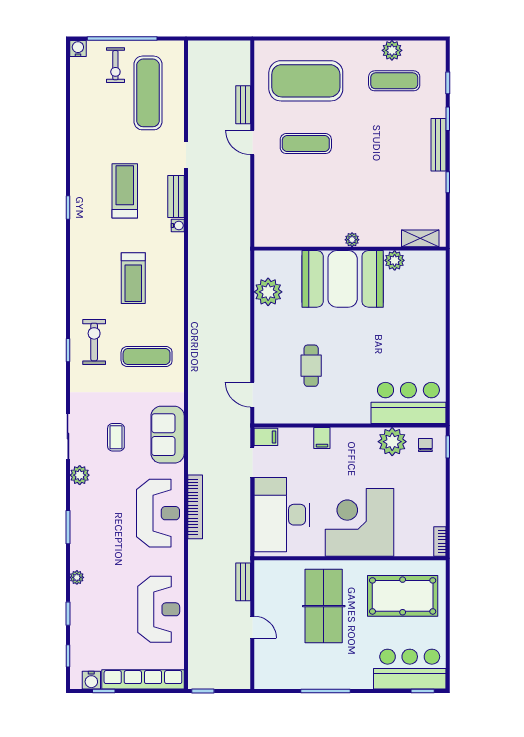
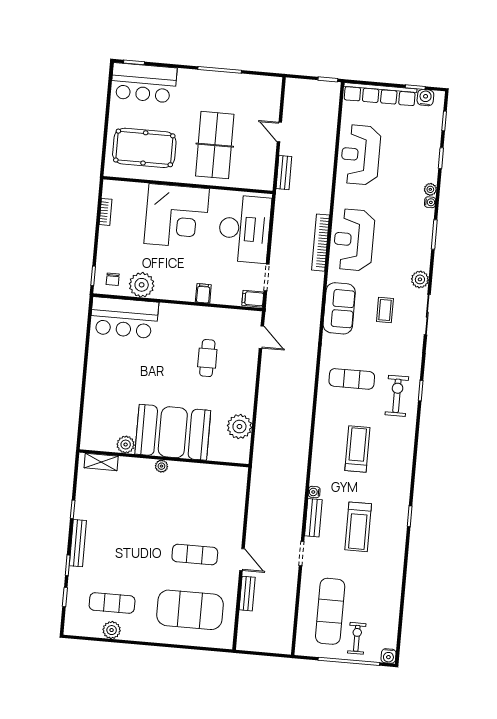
exercise bike: (94, 342) -> (397, 396), turned 180
bookcase: (440, 542) -> (106, 212), moved
water cooler: (76, 563) -> (430, 202), added

